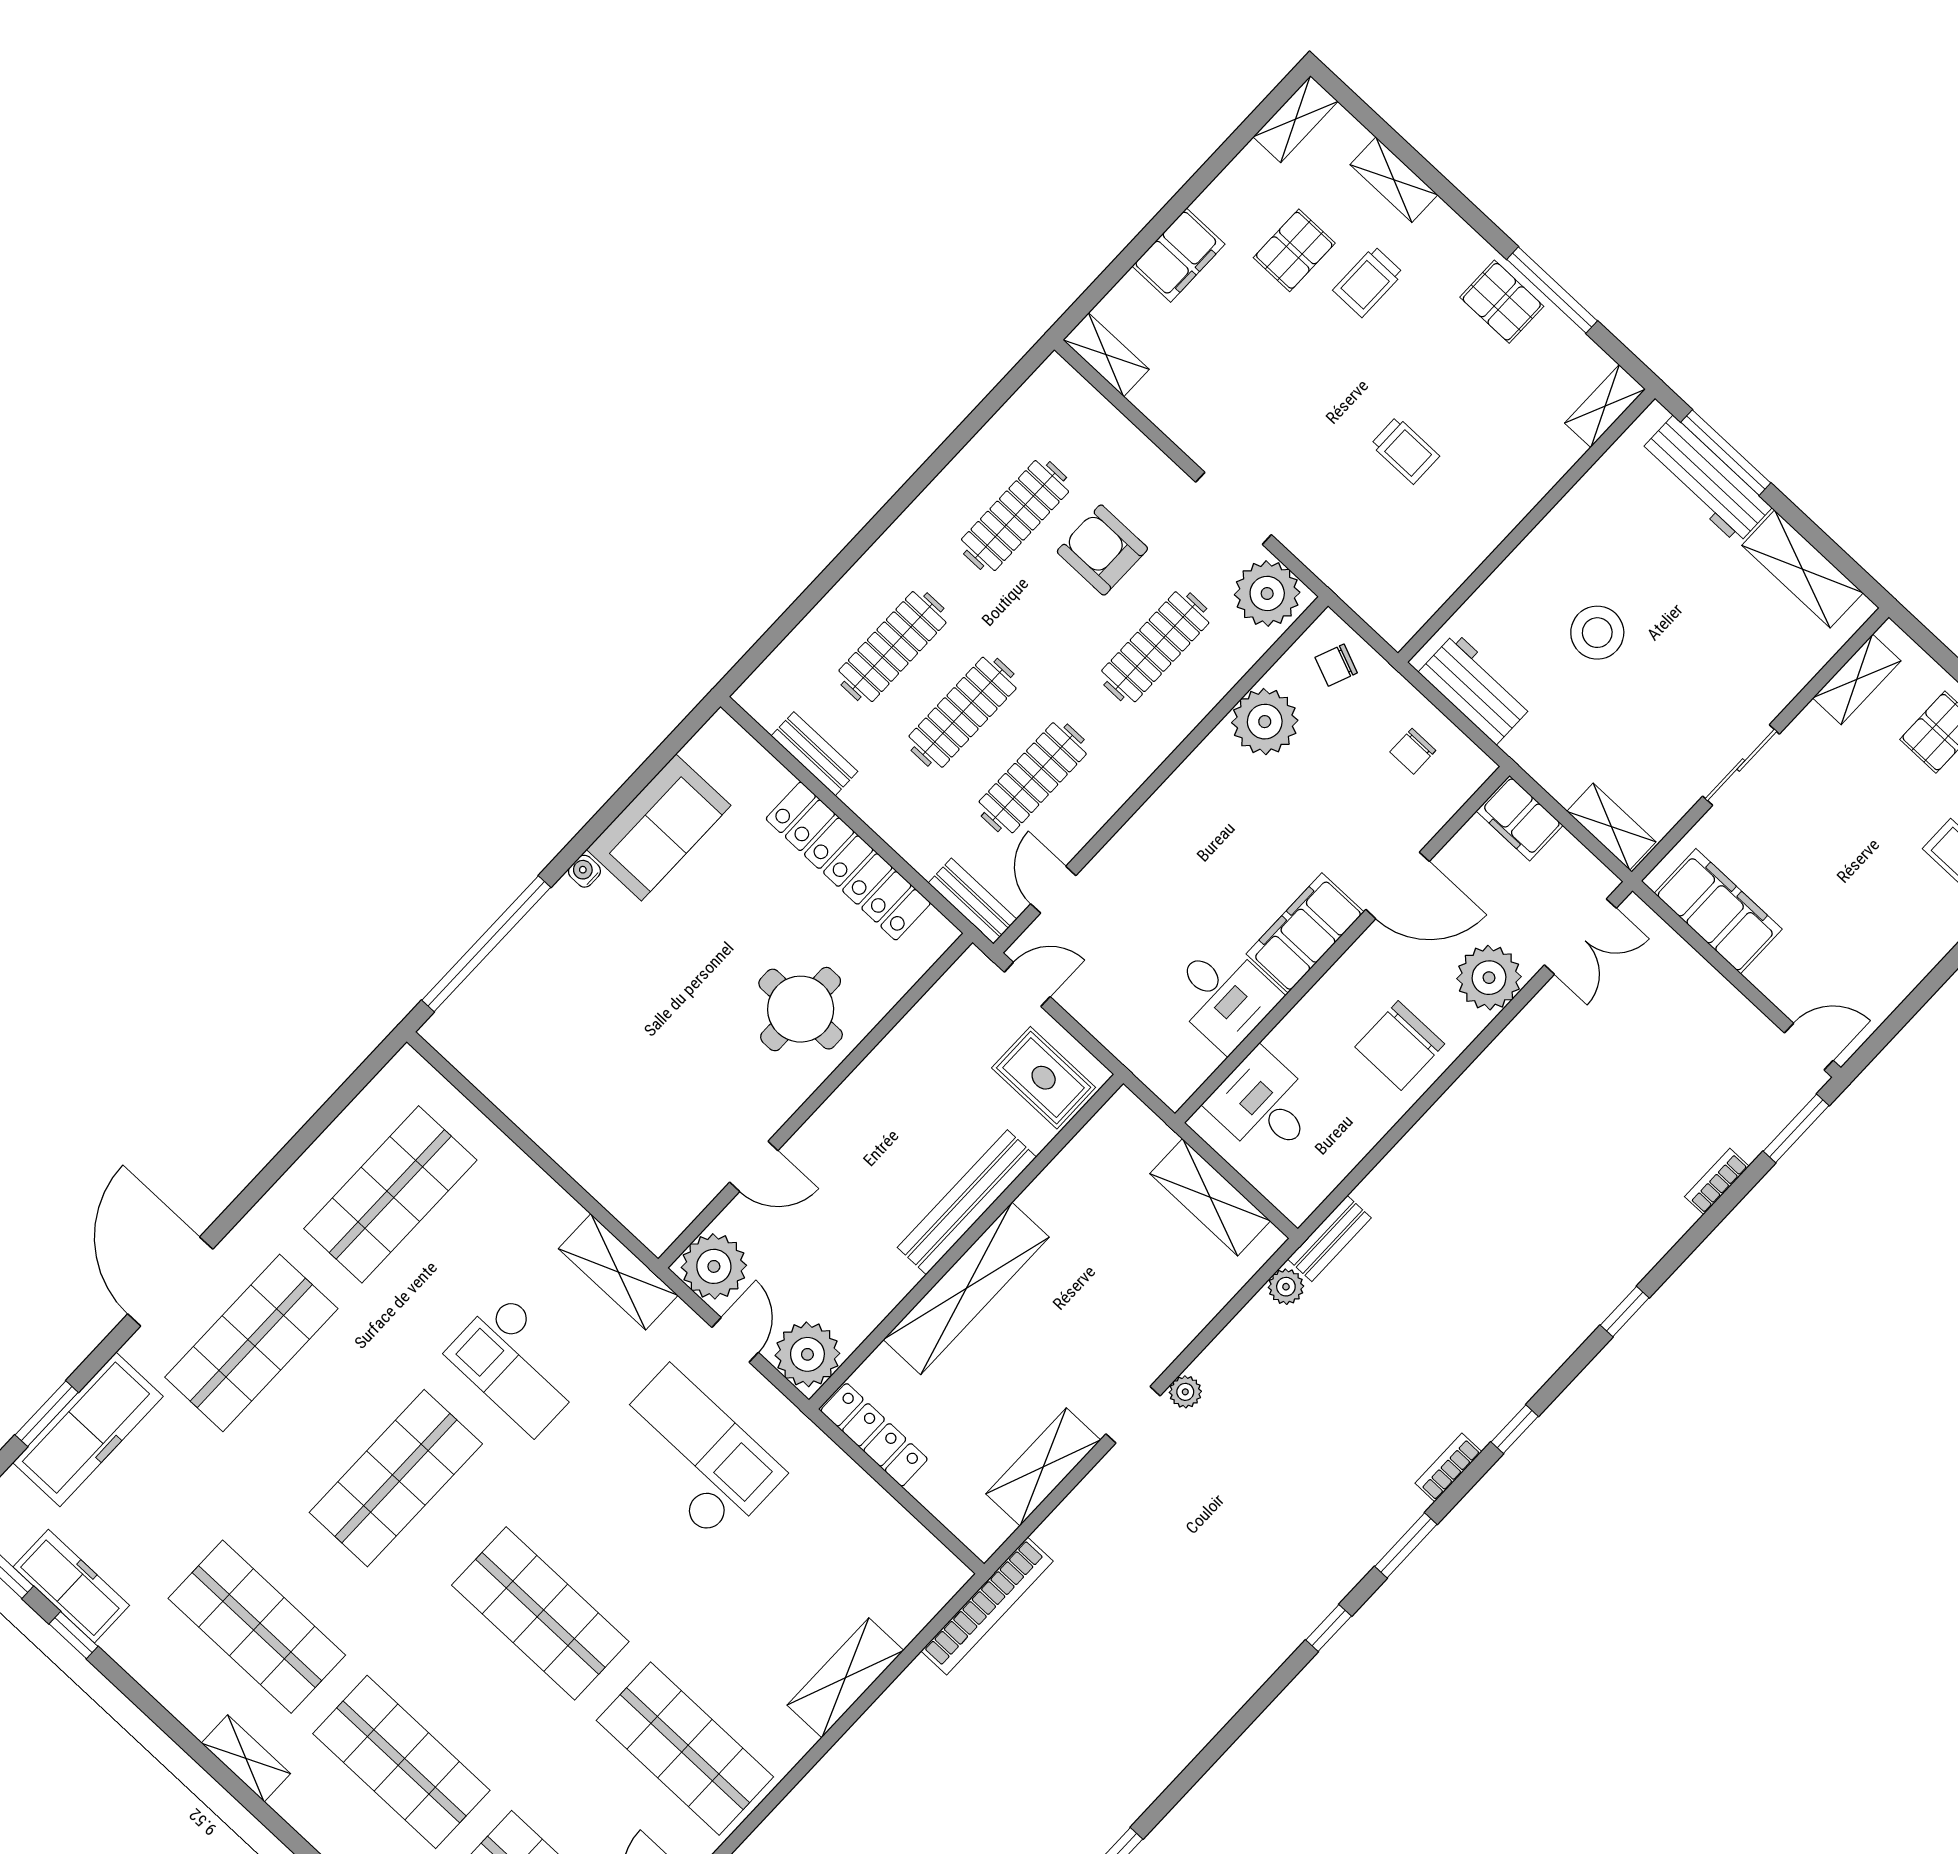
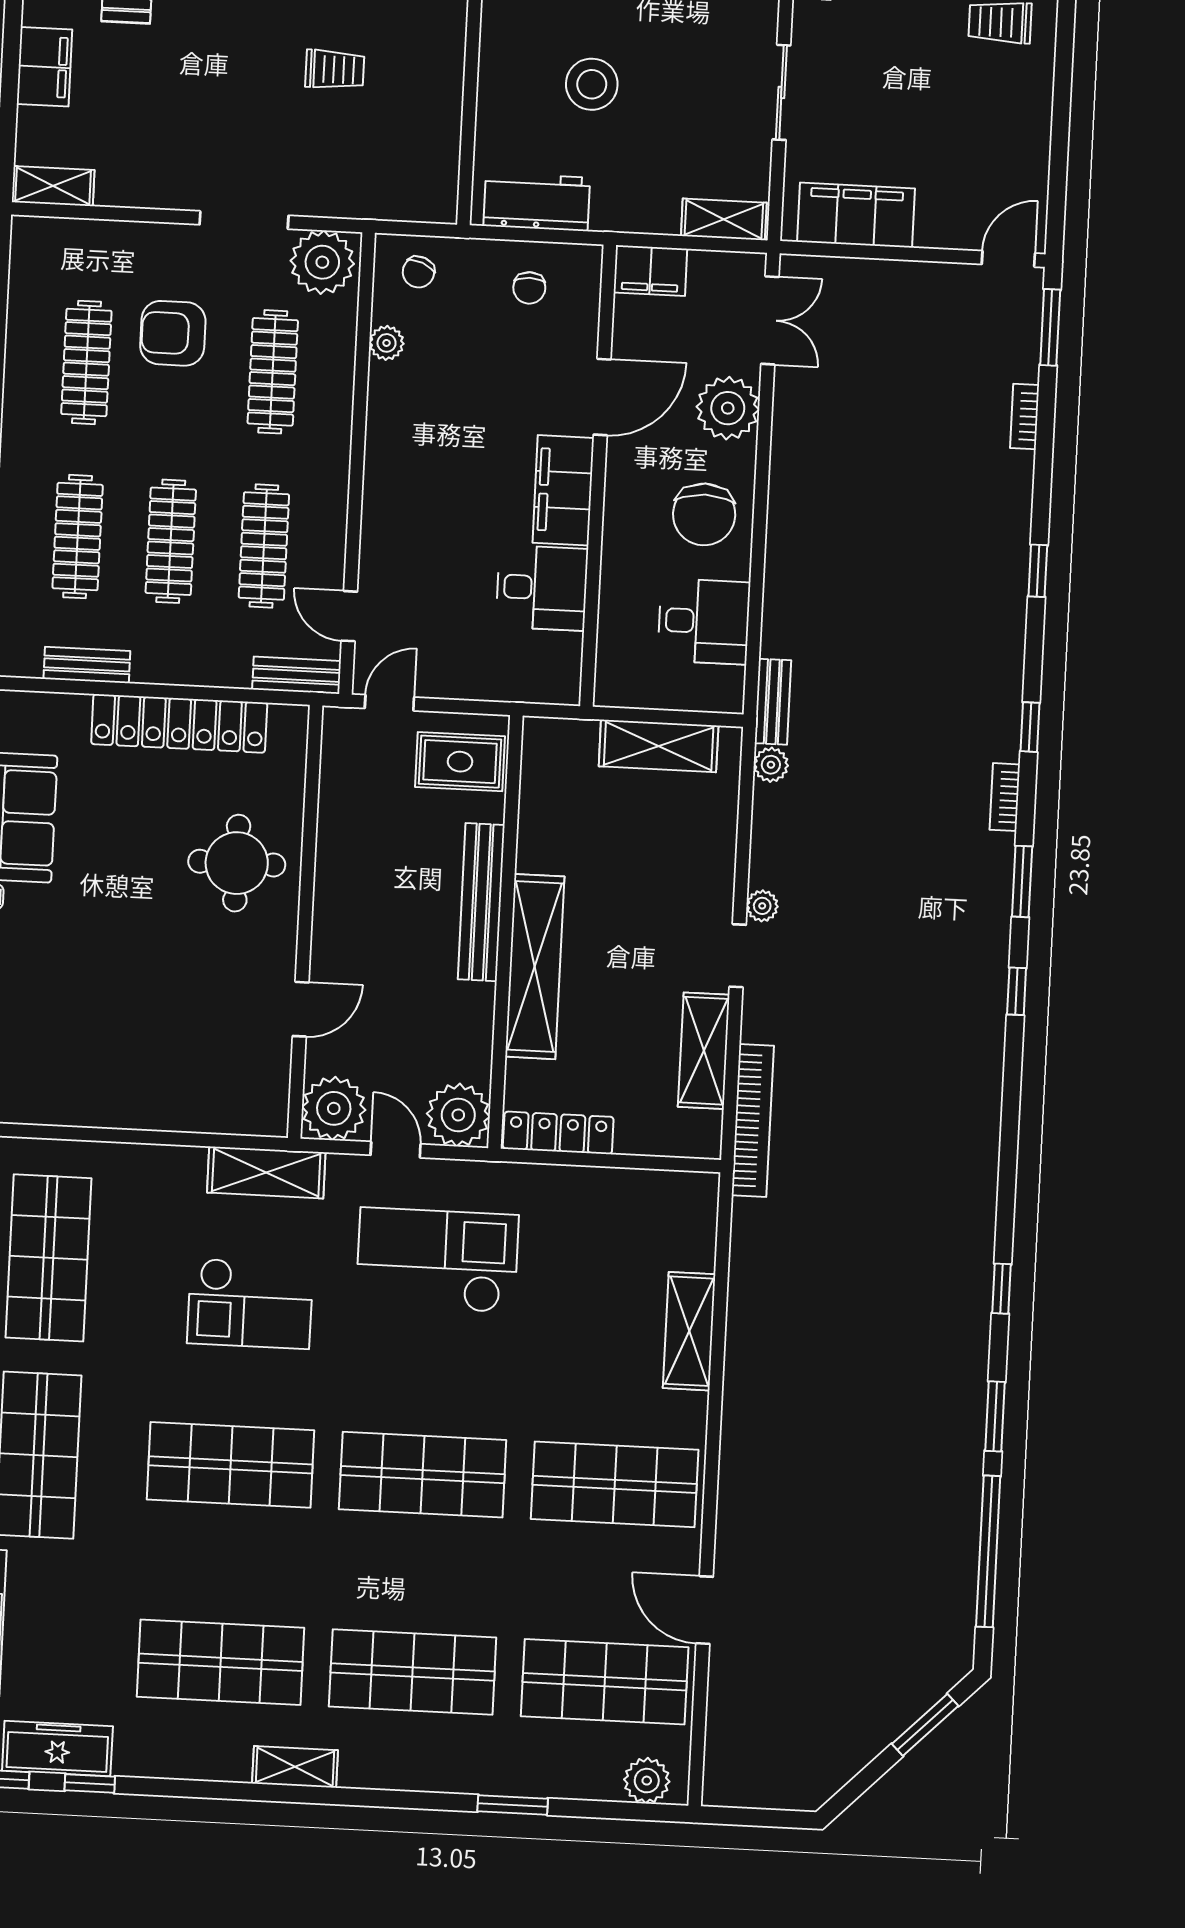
plant: (1265, 722) -> (387, 343), width x0.53, depth x0.53
desk: (1264, 1105) -> (704, 621), moved, turned 180
shop shelf: (396, 1478) -> (231, 1465), turned 90
bookcase: (987, 1606) -> (753, 1121), moved

